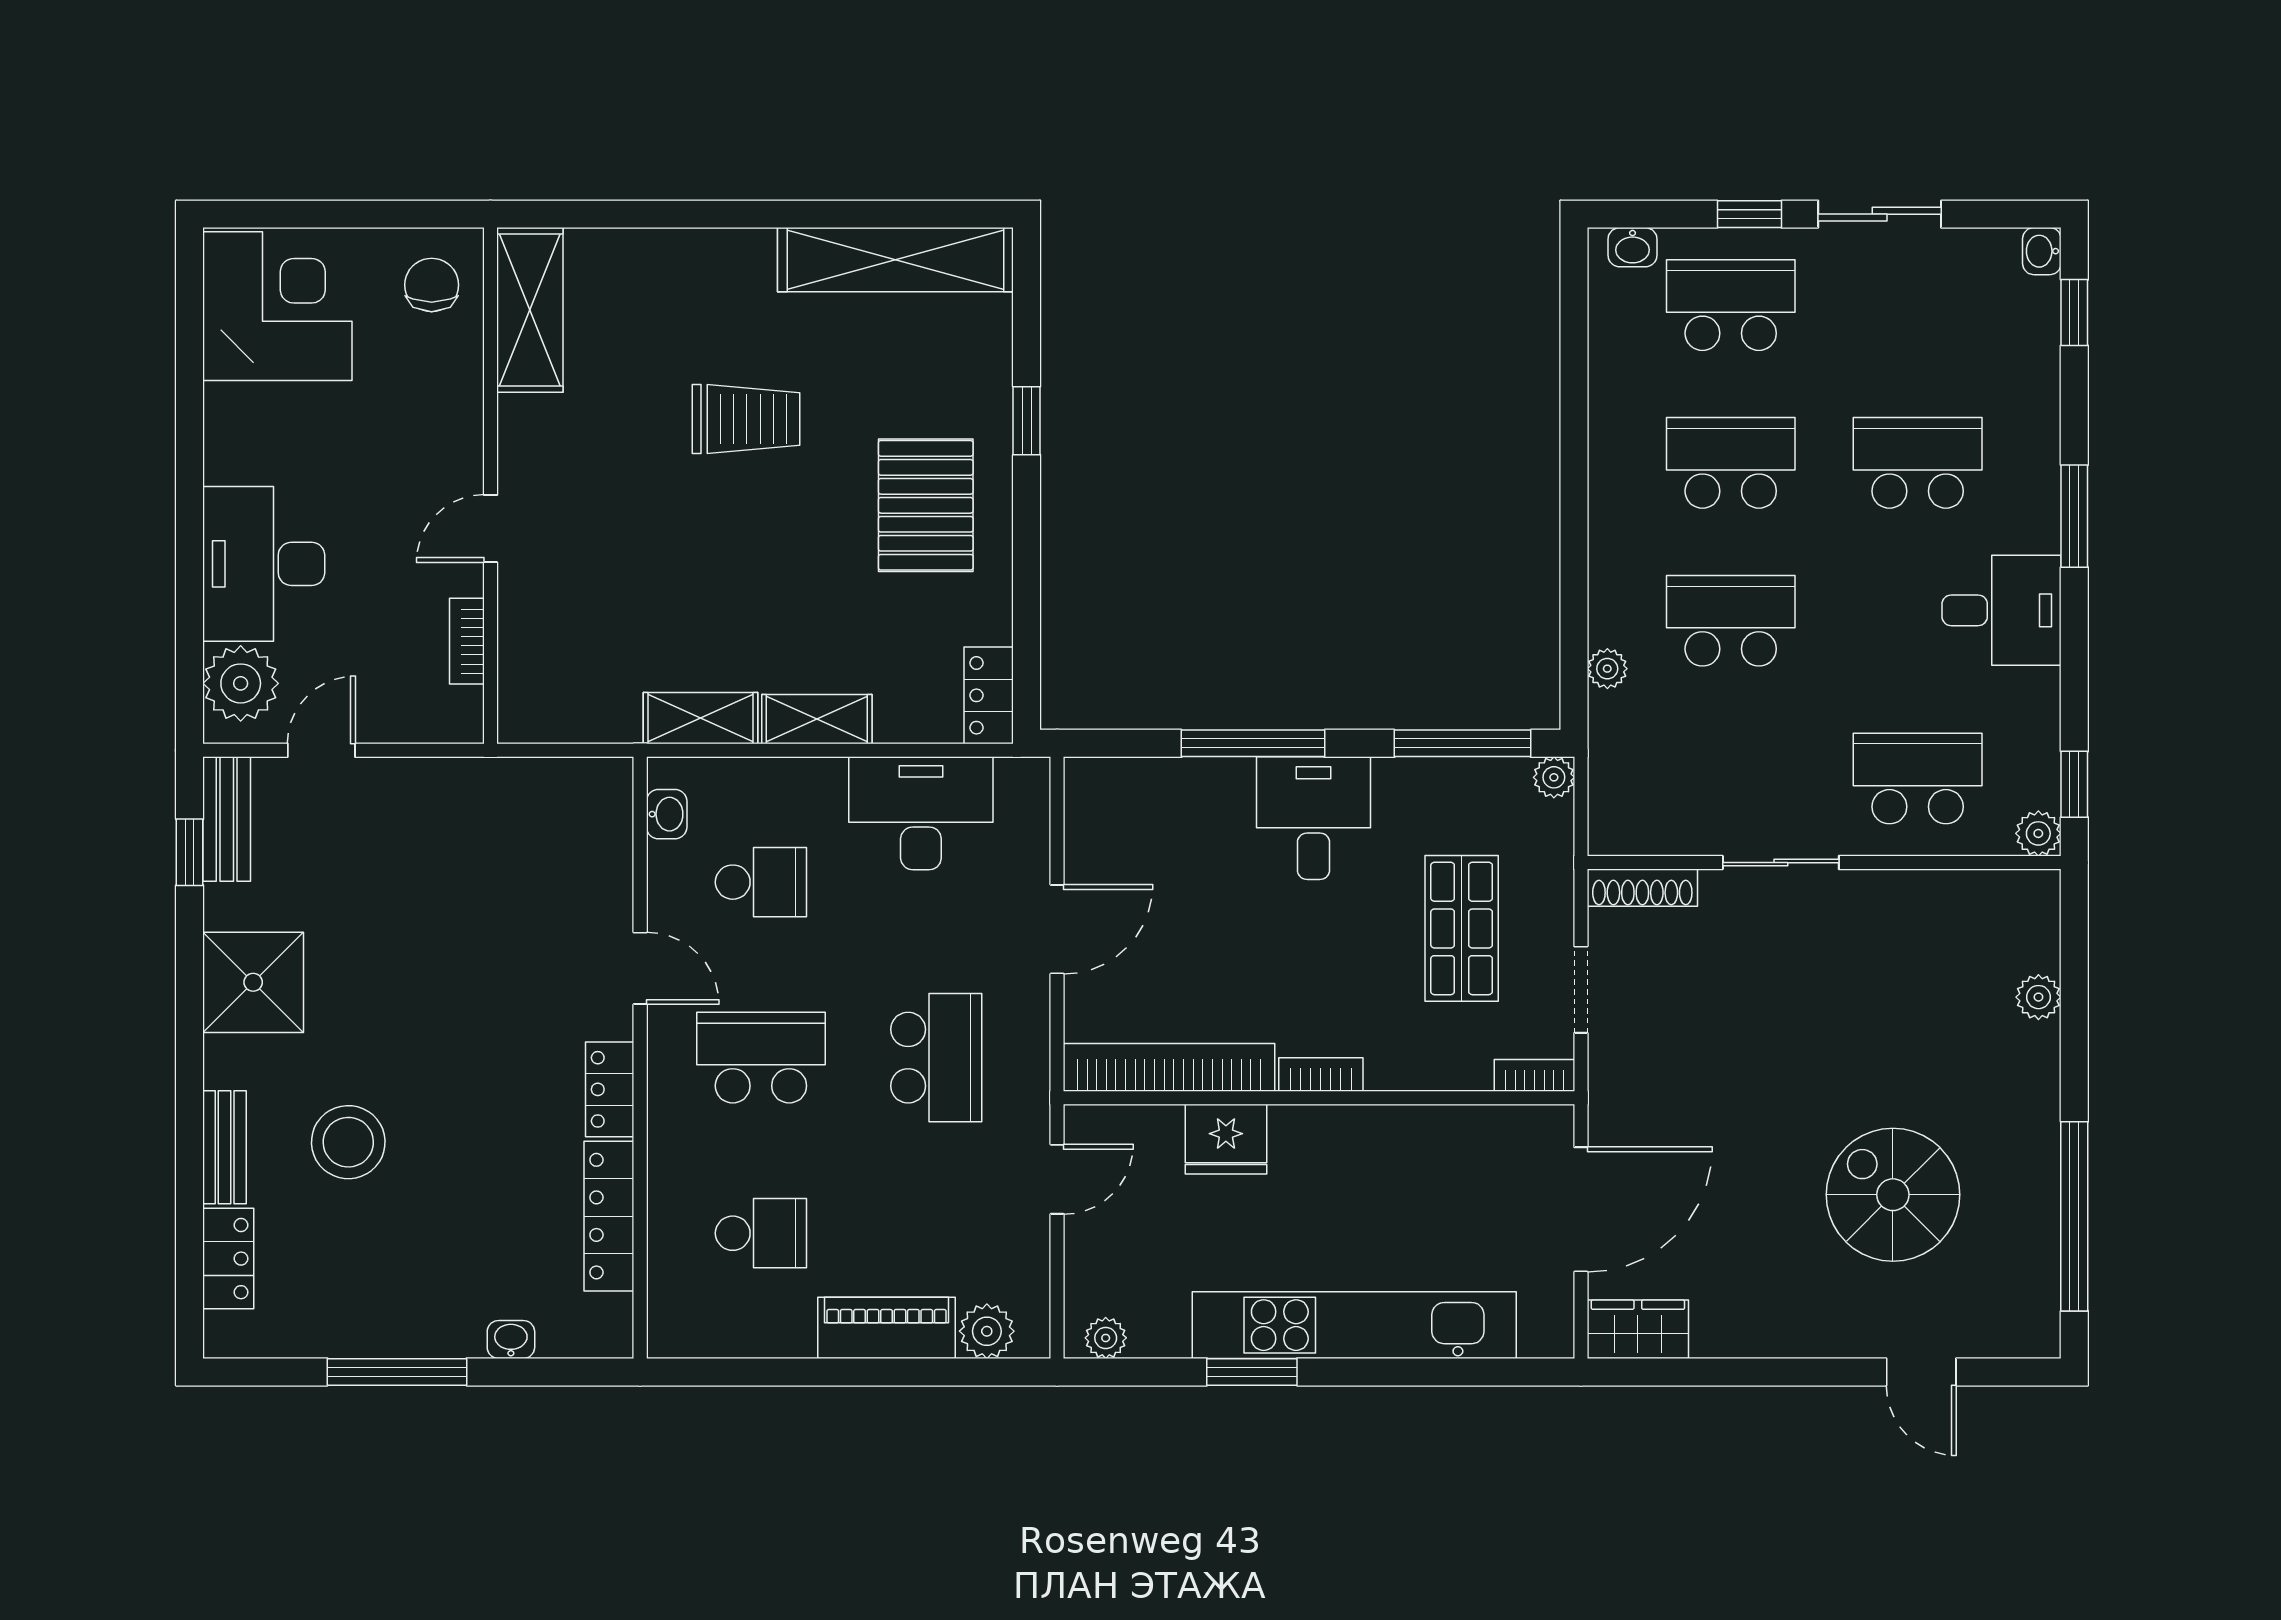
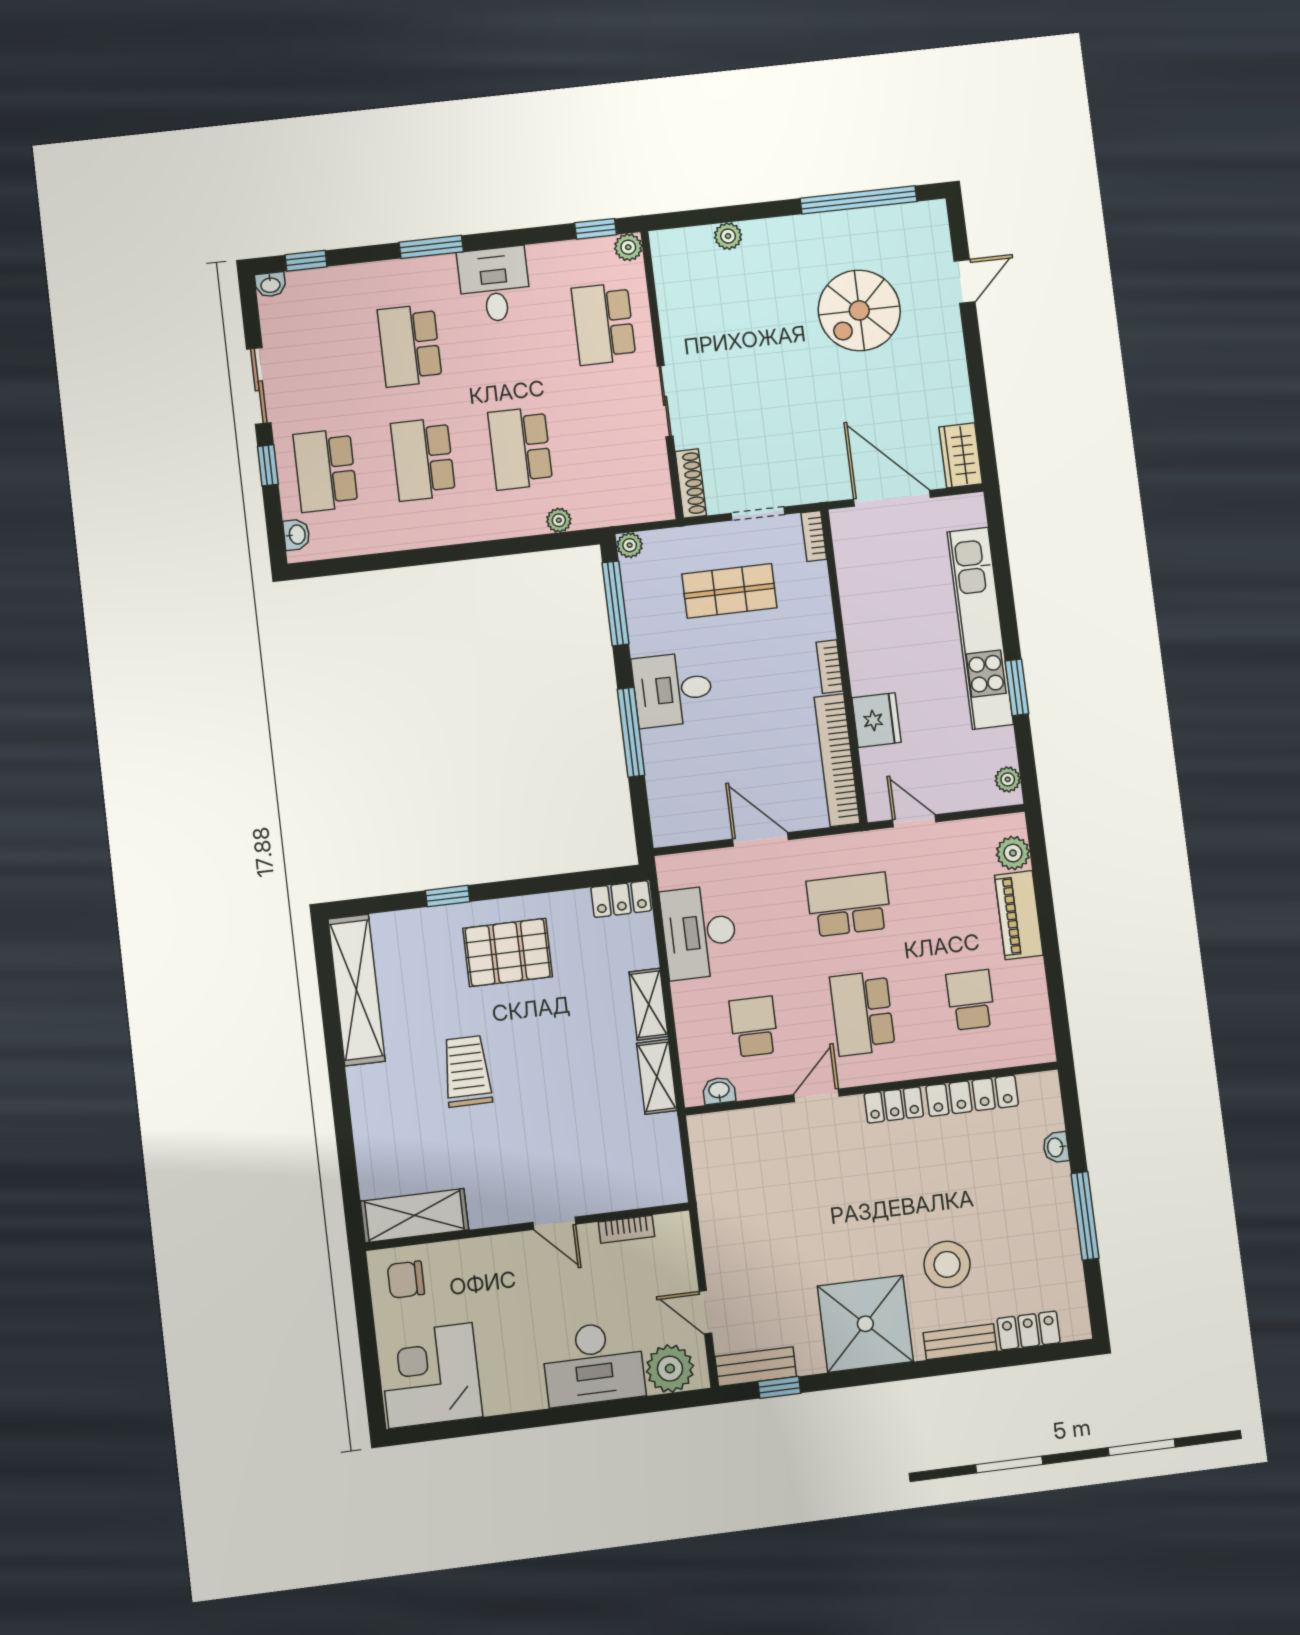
shower: (253, 982) -> (865, 1324), width x1.37, depth x1.37

